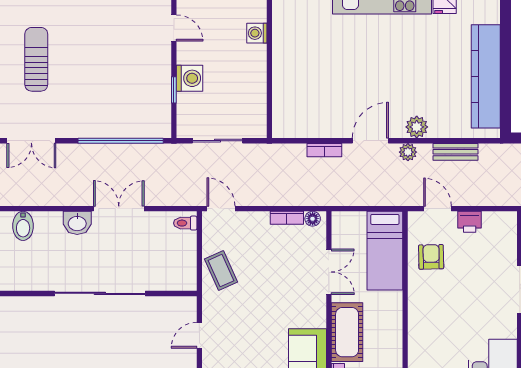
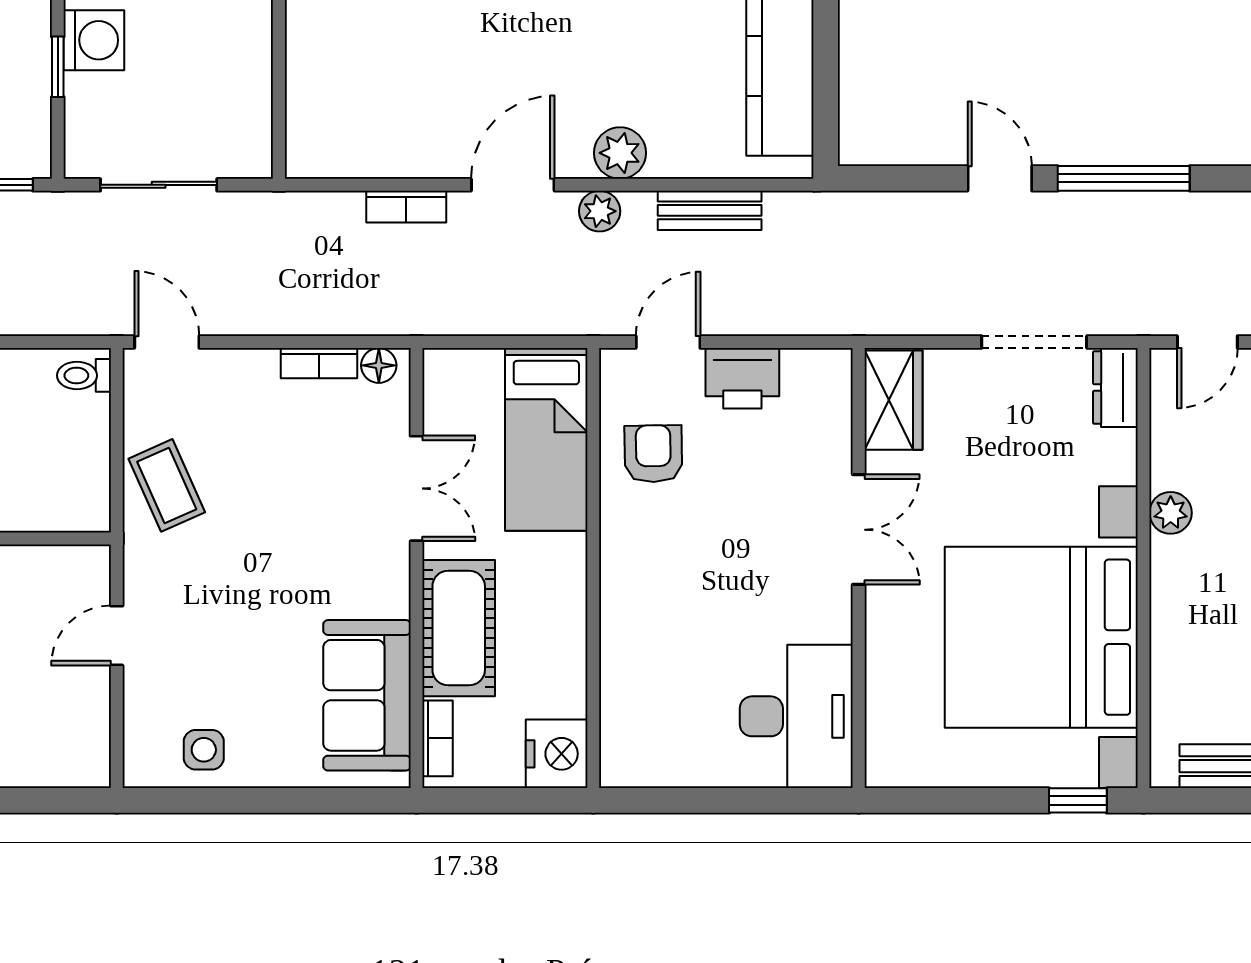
door: (437, 209) -> (668, 342), hinge flipped
printer: (470, 222) -> (742, 378), width x1.36, depth x1.24

